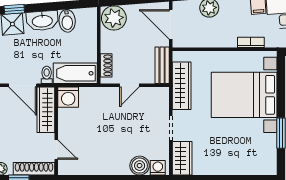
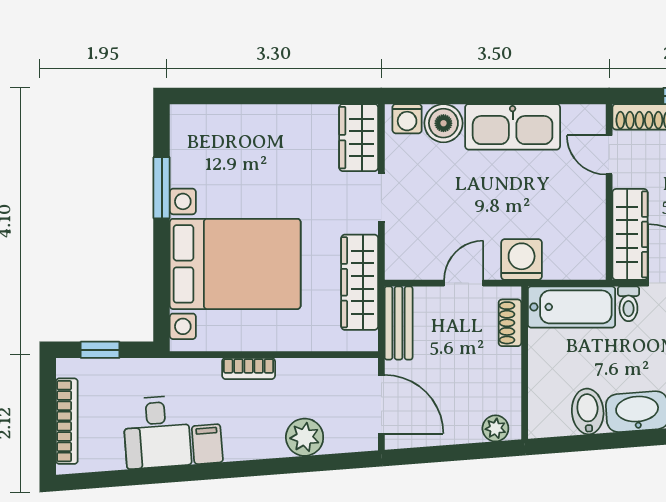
plant: (114, 18) -> (495, 428), width x0.53, depth x0.53
bookcase: (251, 42) -> (249, 369), moved
washing machine: (68, 97) -> (522, 260), moved
kitchen sink: (105, 164) -> (513, 127), added

